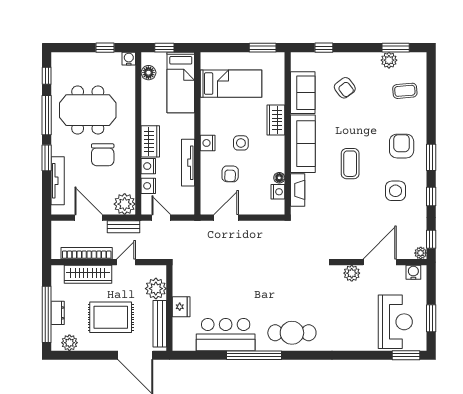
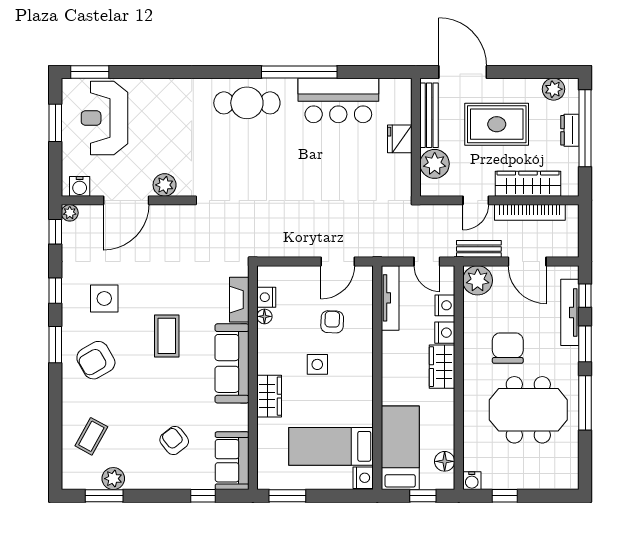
window: (47, 76) -> (585, 296), moved
coffee table: (405, 91) -> (91, 436), turned -56
sofa: (303, 93) -> (232, 461), moved
nightstand: (208, 143) -> (363, 478), moved
armchair: (402, 146) -> (96, 360), turned 60
tv unit: (188, 163) -> (390, 298), moved

